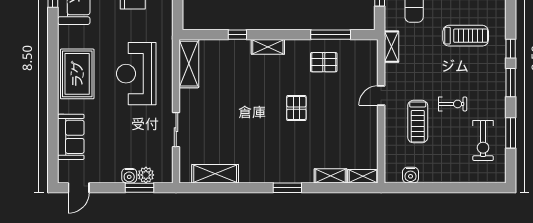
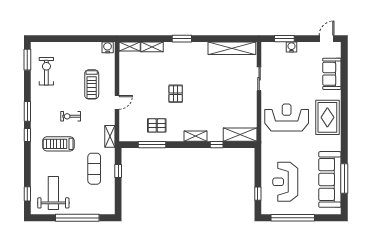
shelving: (189, 64) -> (240, 135), moved, turned 90
reception desk: (136, 74) -> (287, 118), turned -90
exercise bike: (453, 104) -> (71, 116), moved
treadmill: (418, 122) -> (92, 84), turned 180
window: (511, 133) -> (27, 60), moved
shelving: (215, 174) -> (232, 48), width x1.47
plant: (146, 175) -> (280, 47), removed
water cooler: (411, 175) -> (108, 47), moved

